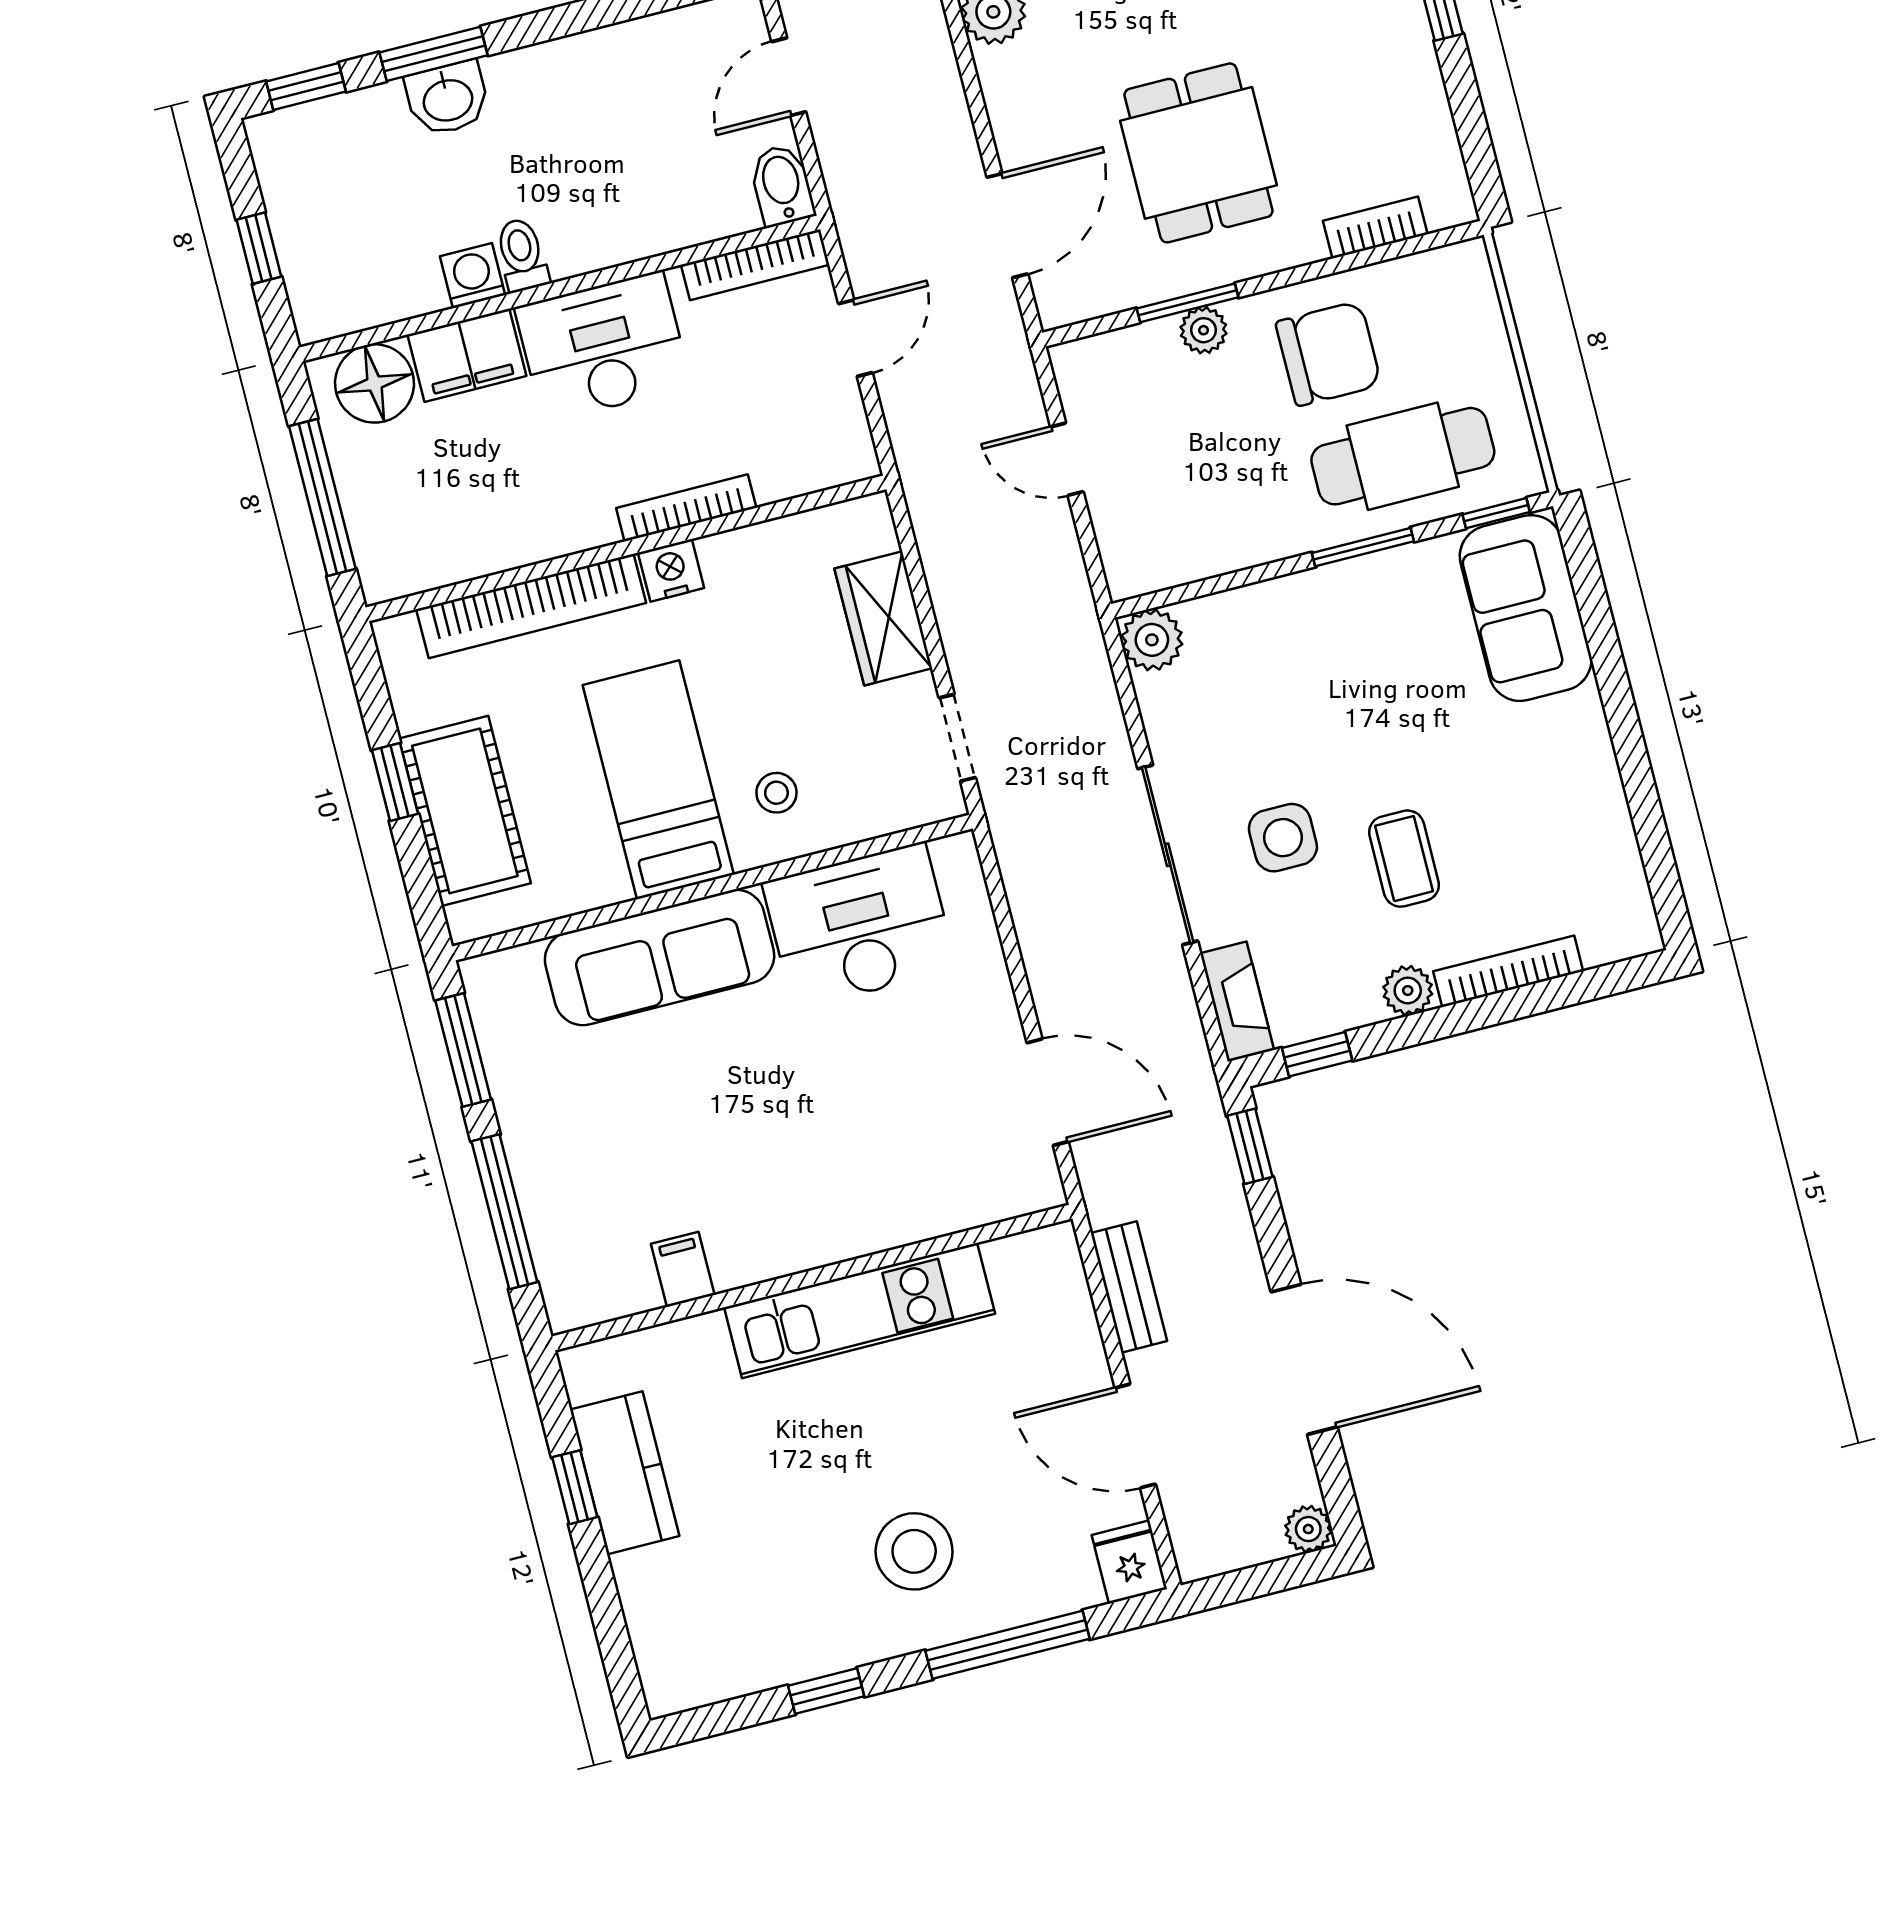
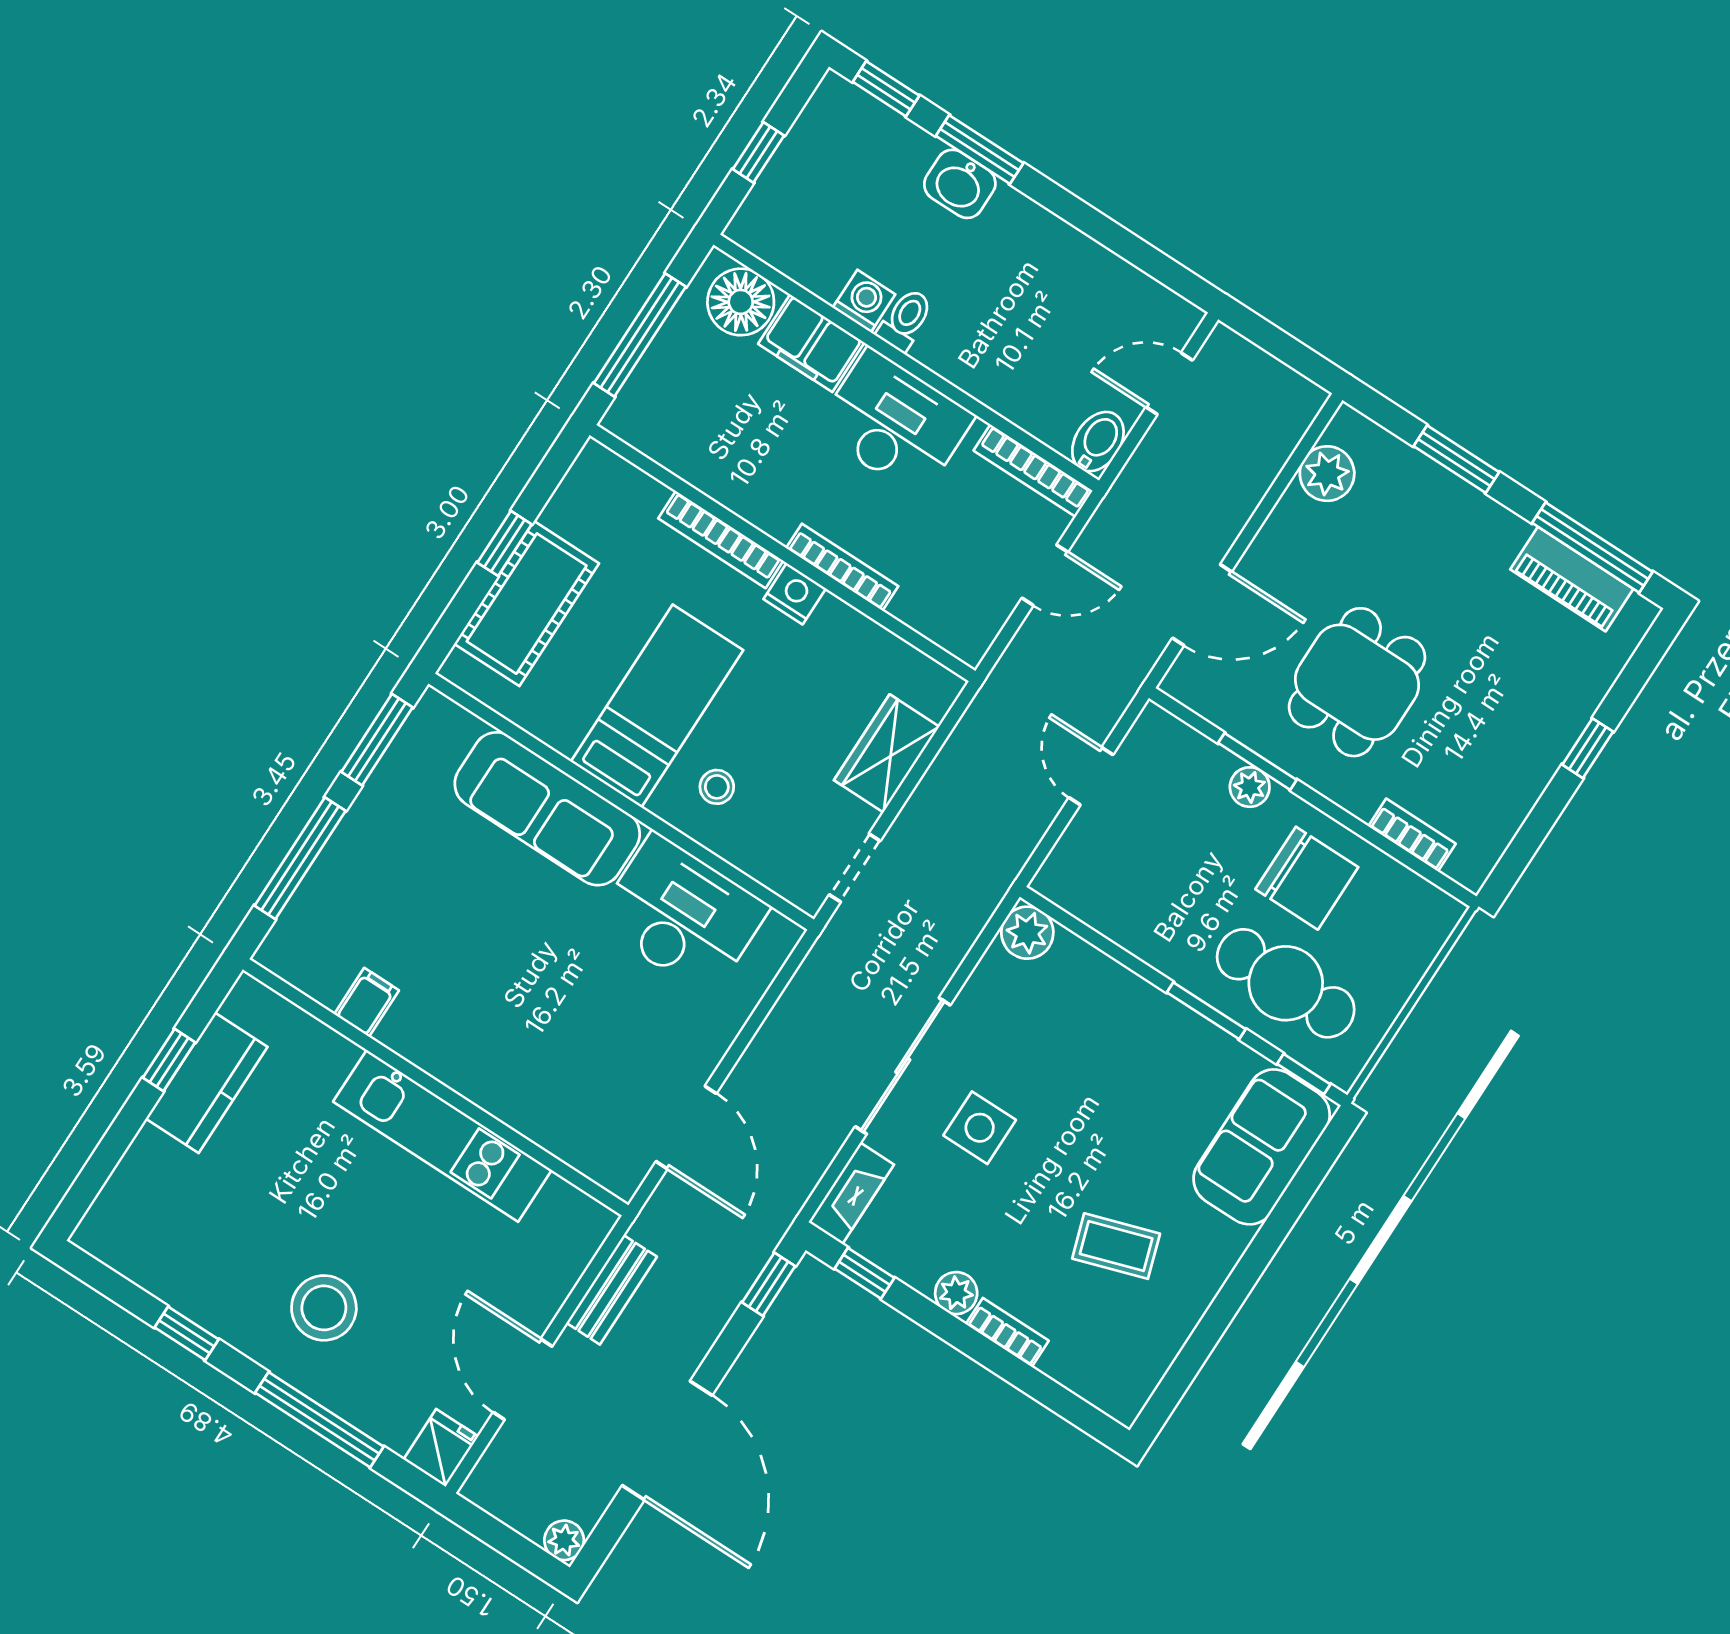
bookcase: (531, 606) -> (721, 540), width x0.68, depth x0.76
coffee table: (1404, 859) -> (1116, 1246), moved, turned 72
bookcase: (1508, 971) -> (1007, 1332), width x0.64

